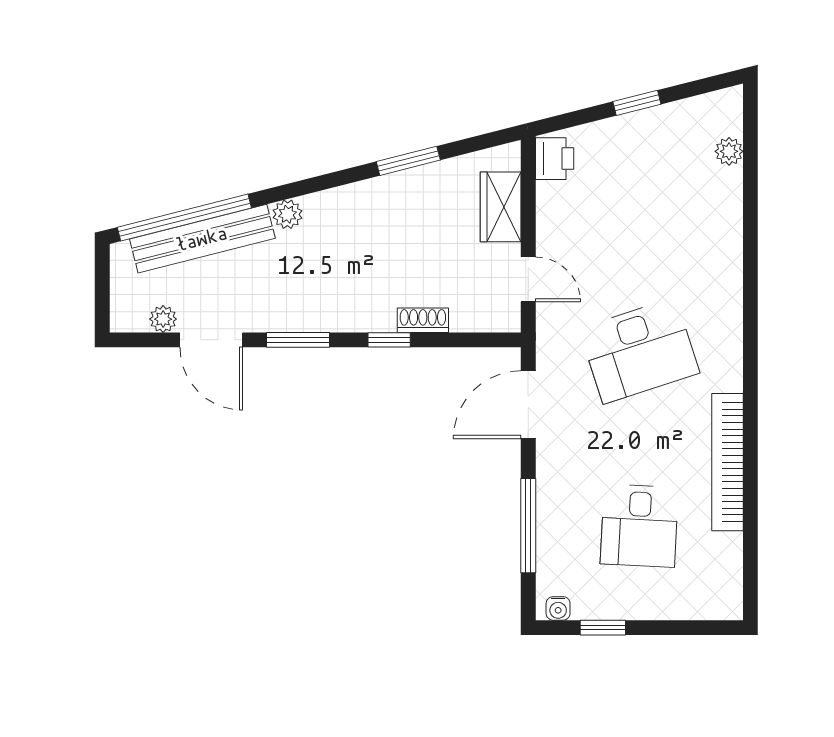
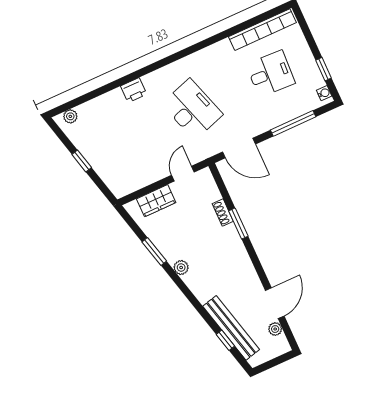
plant: (729, 151) -> (70, 116), moved
printer: (555, 159) -> (134, 90), moved, turned 180
plant: (288, 214) -> (181, 268), moved
window: (184, 218) -> (225, 340), width x0.32
window: (298, 340) -> (257, 264), removed
window: (389, 340) -> (238, 224), width x1.50
bookcase: (727, 462) -> (262, 30), moved

